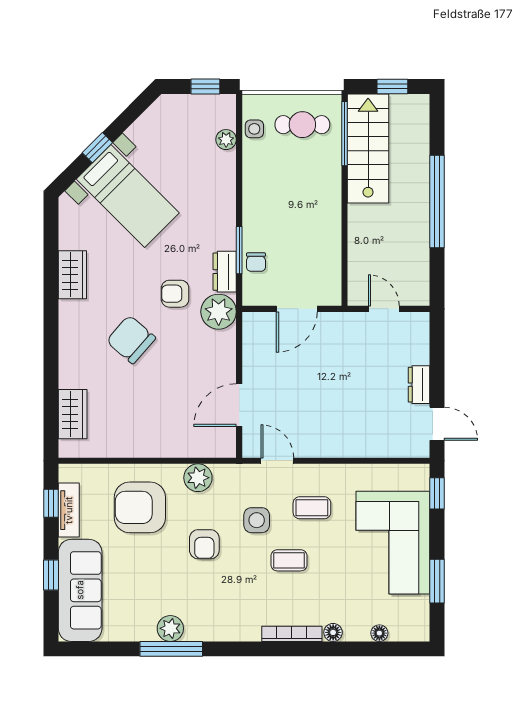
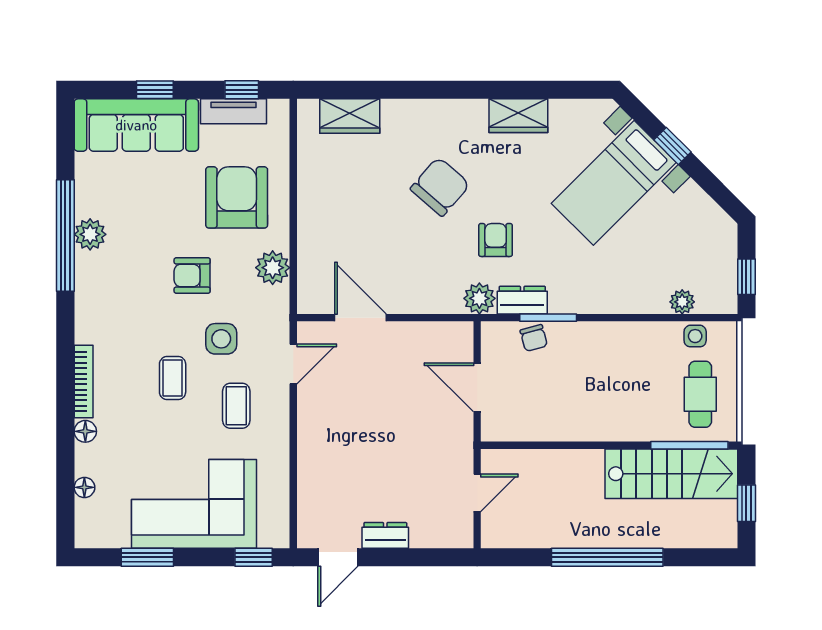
chair: (256, 262) -> (534, 338), turned -105
plant: (219, 312) -> (479, 298), width x0.73, depth x0.73
window: (171, 649) -> (65, 235), width x1.46

